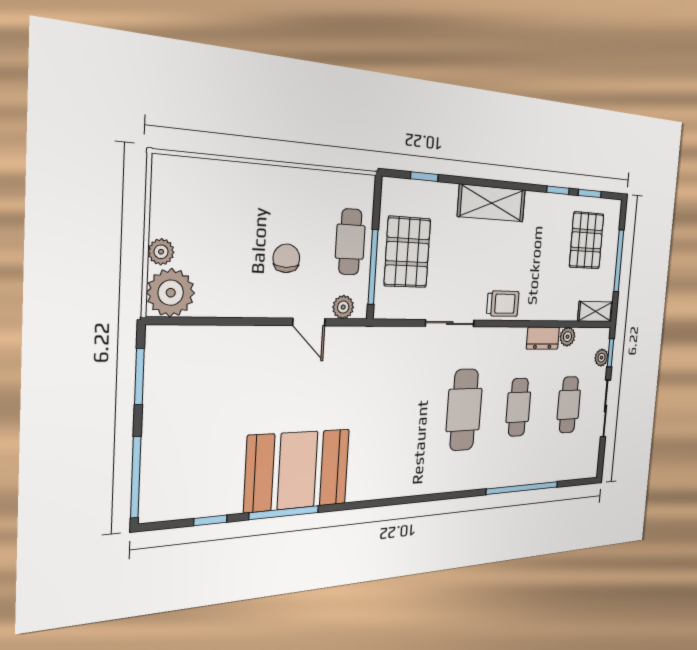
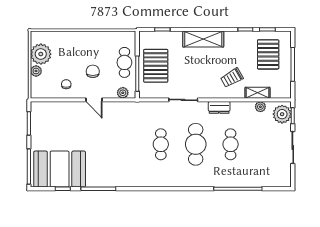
chair: (229, 285) -> (66, 84), added
plant: (171, 293) -> (41, 54), moved
trolley: (503, 304) -> (232, 78), moved, turned 150
shelving: (595, 311) -> (258, 93), moved
door: (309, 322) -> (94, 100), moved
dresser: (543, 338) -> (219, 107), moved
plant: (601, 358) -> (282, 114), width x1.88, depth x1.88
cafe table: (569, 405) -> (161, 144), moved
booth: (298, 470) -> (60, 169), moved

